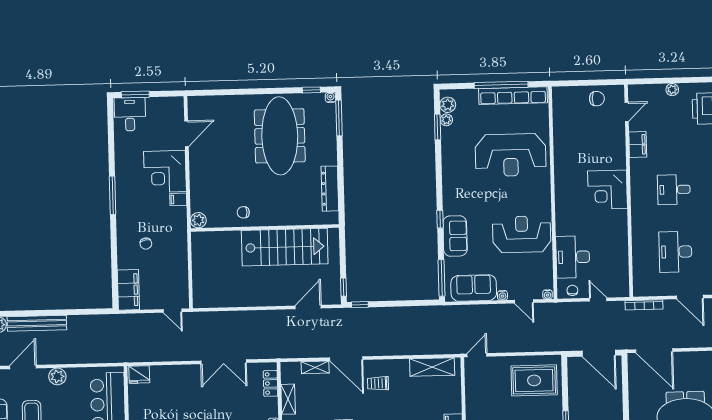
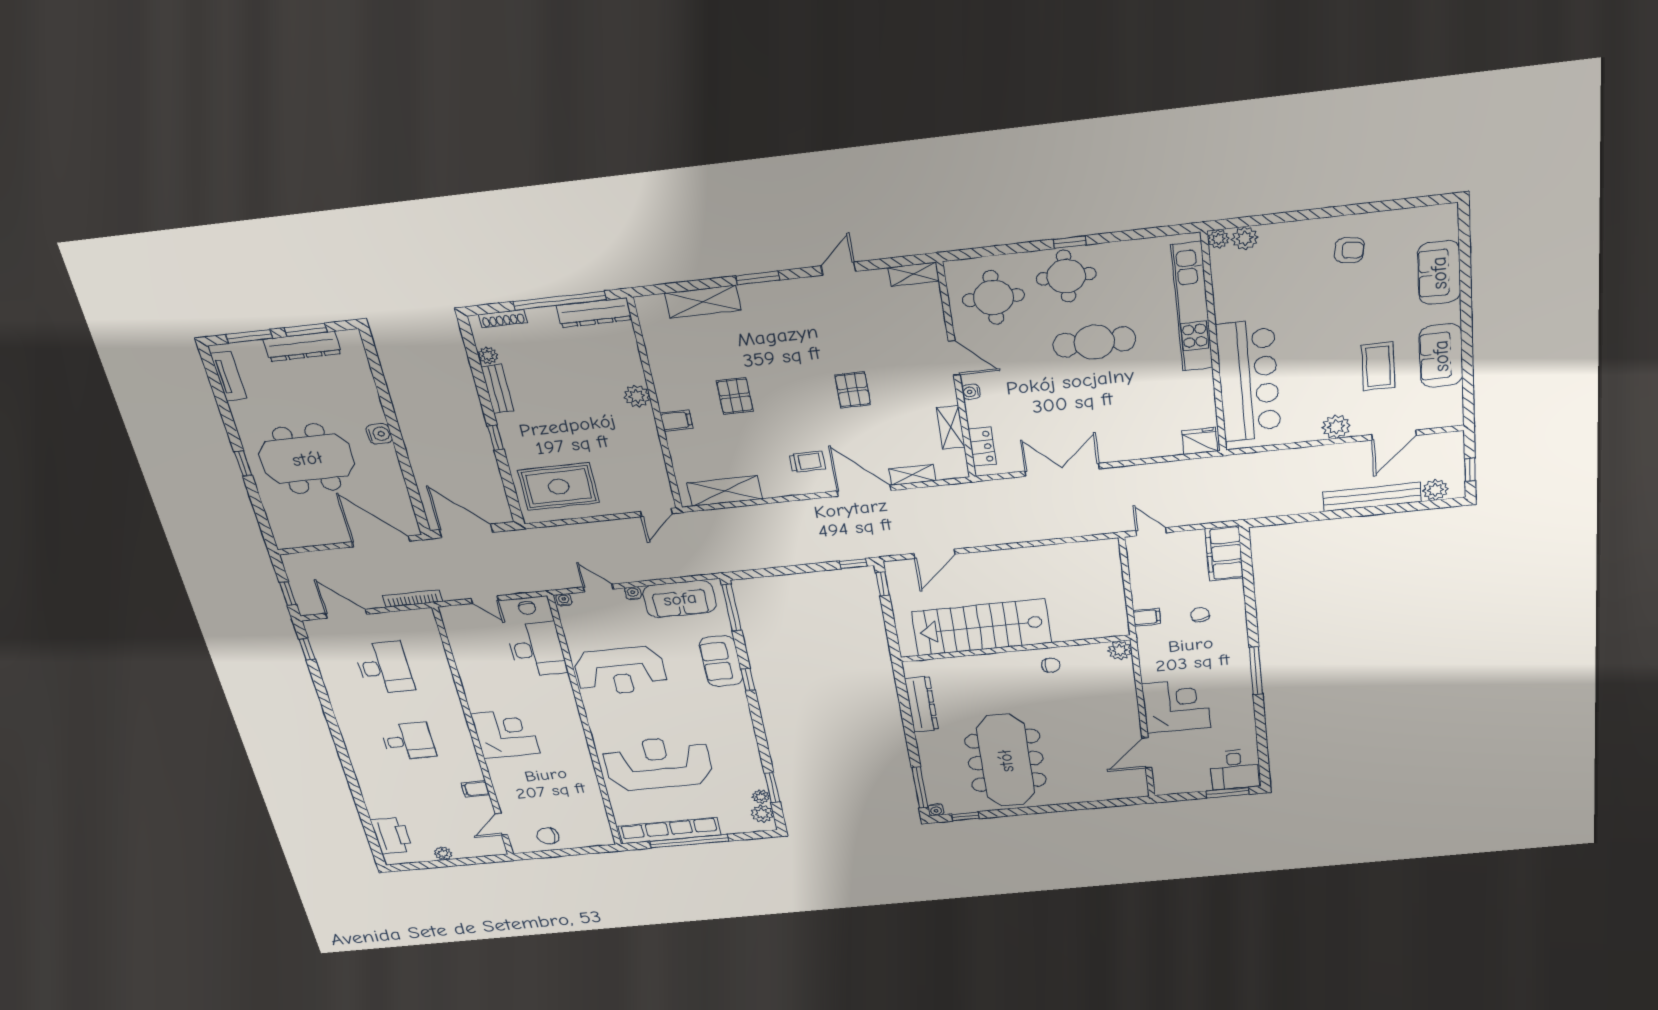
filing cabinet: (638, 144) -> (475, 789), width x0.50
filing cabinet: (178, 199) -> (1147, 617), moved

